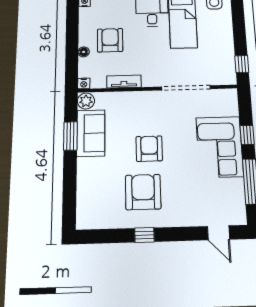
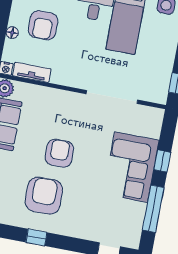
armchair: (110, 40) -> (43, 25), turned 180
tv unit: (124, 82) -> (32, 72), moved

